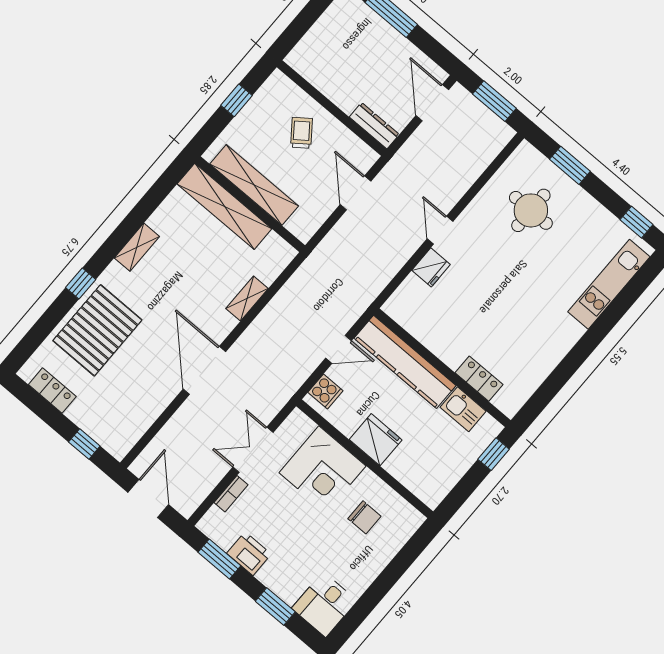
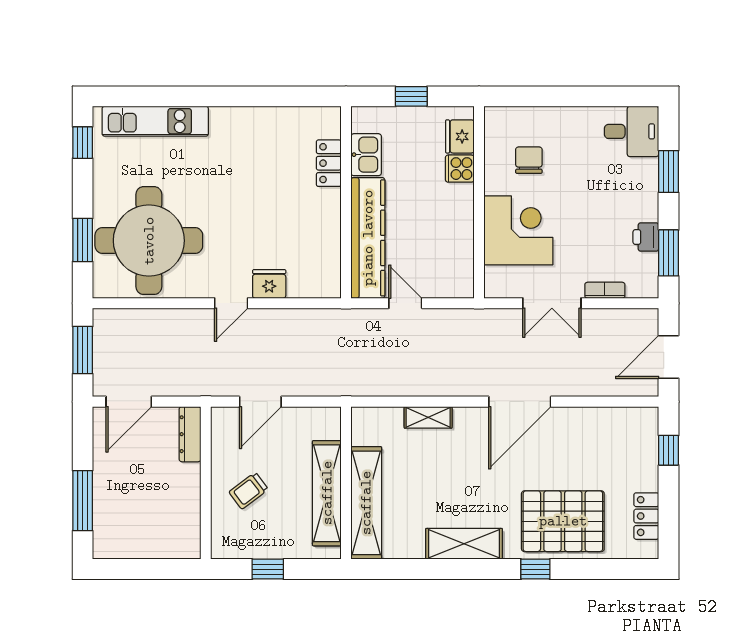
round table: (531, 210) -> (149, 241), width x1.86, depth x1.86
shelving: (137, 247) -> (464, 544), width x1.50, depth x1.33
cooker: (325, 391) -> (460, 169), moved, turned -90
fridge: (376, 440) -> (460, 136), moved, width x0.73, depth x0.75
window: (494, 454) -> (411, 96), moved
printer: (249, 554) -> (646, 237), width x0.73, depth x0.81

